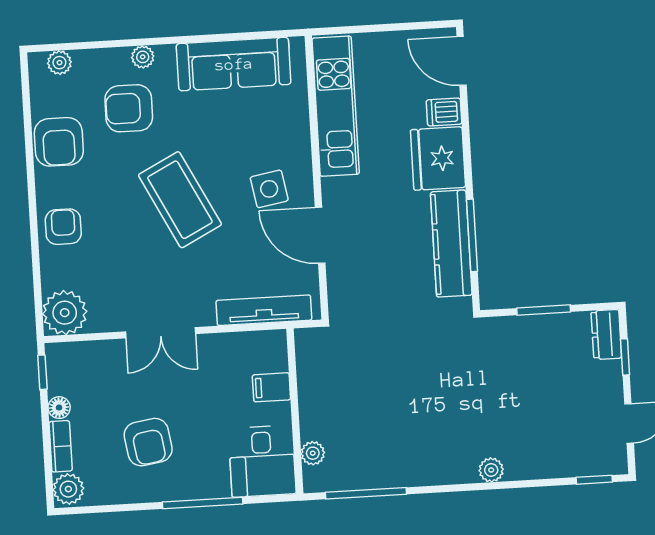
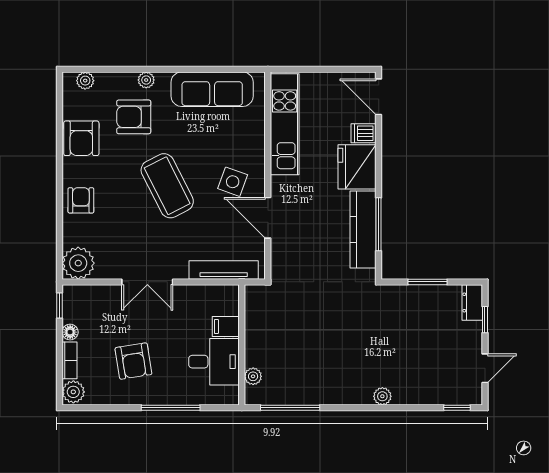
side table: (269, 189) -> (233, 182), turned 30
desk: (262, 461) -> (214, 362), moved, turned -90

